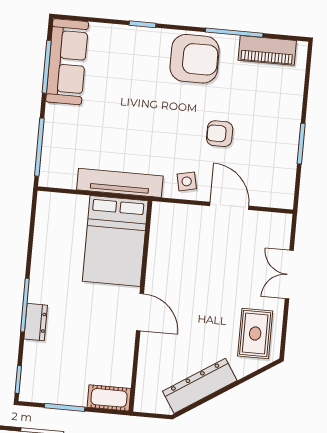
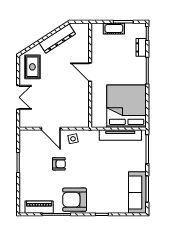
tv unit: (120, 183) -> (120, 135), moved
bed: (115, 241) -> (127, 106), moved, width x1.36
dresser: (36, 322) -> (141, 47), moved
cot: (109, 398) -> (114, 29), moved

